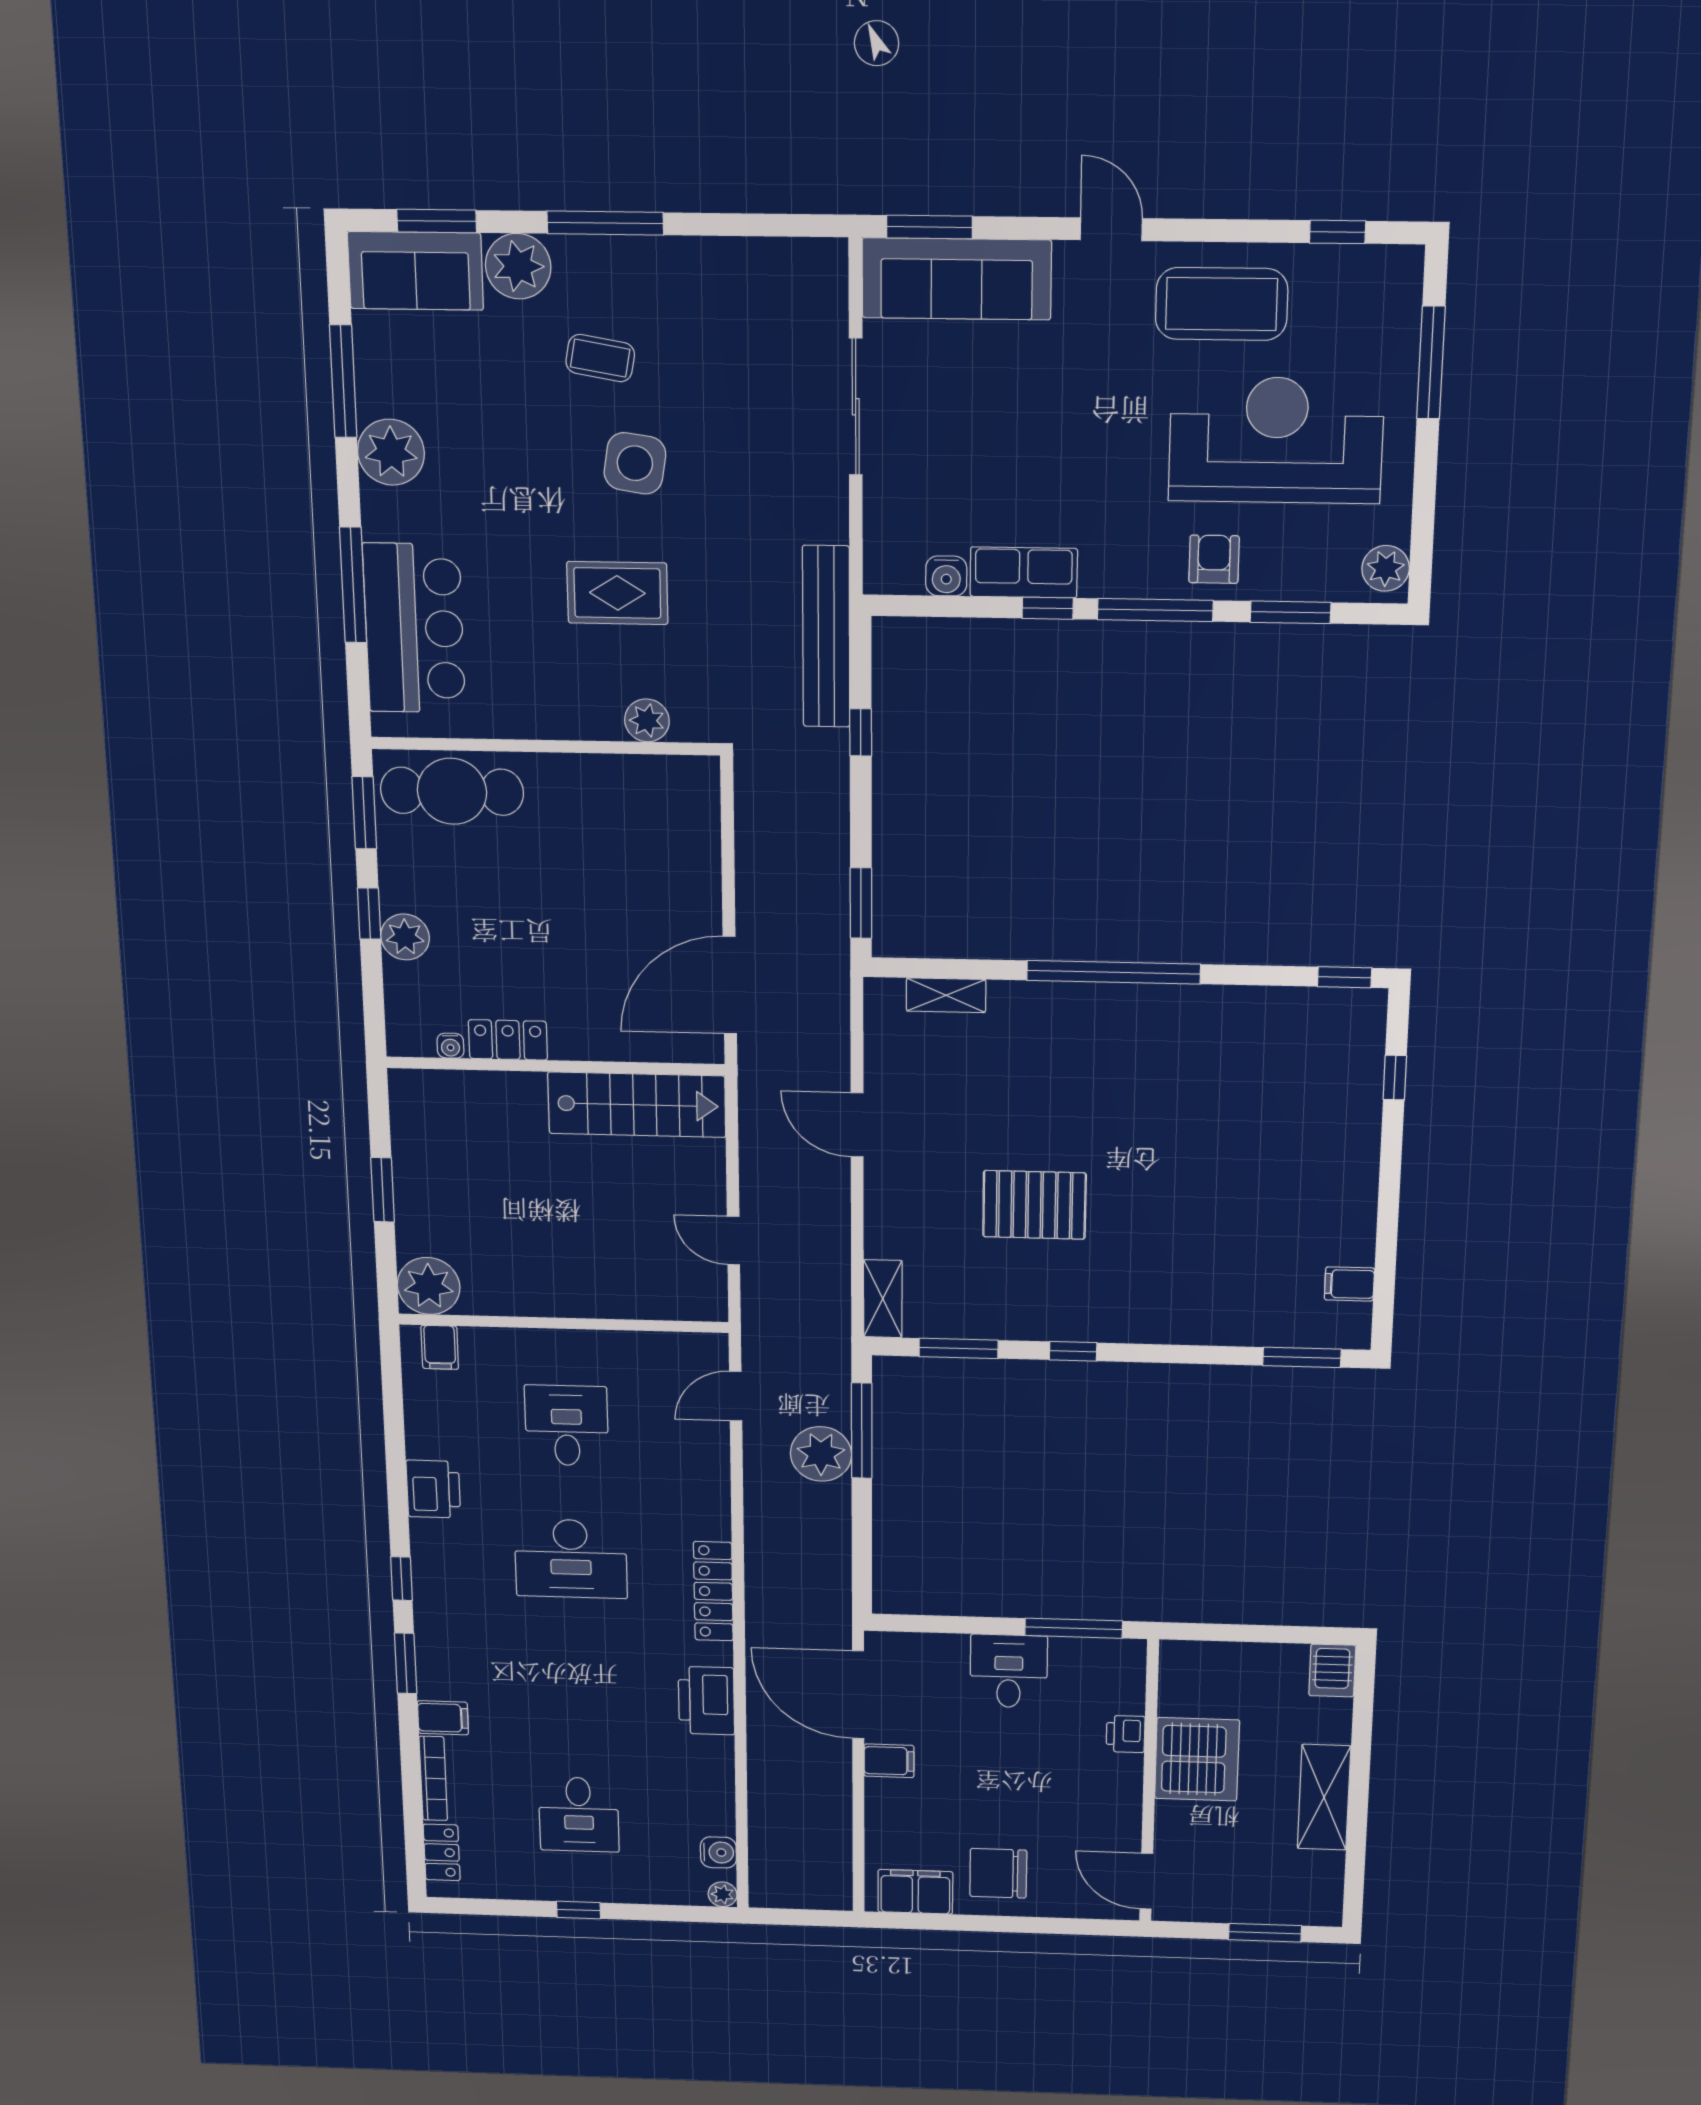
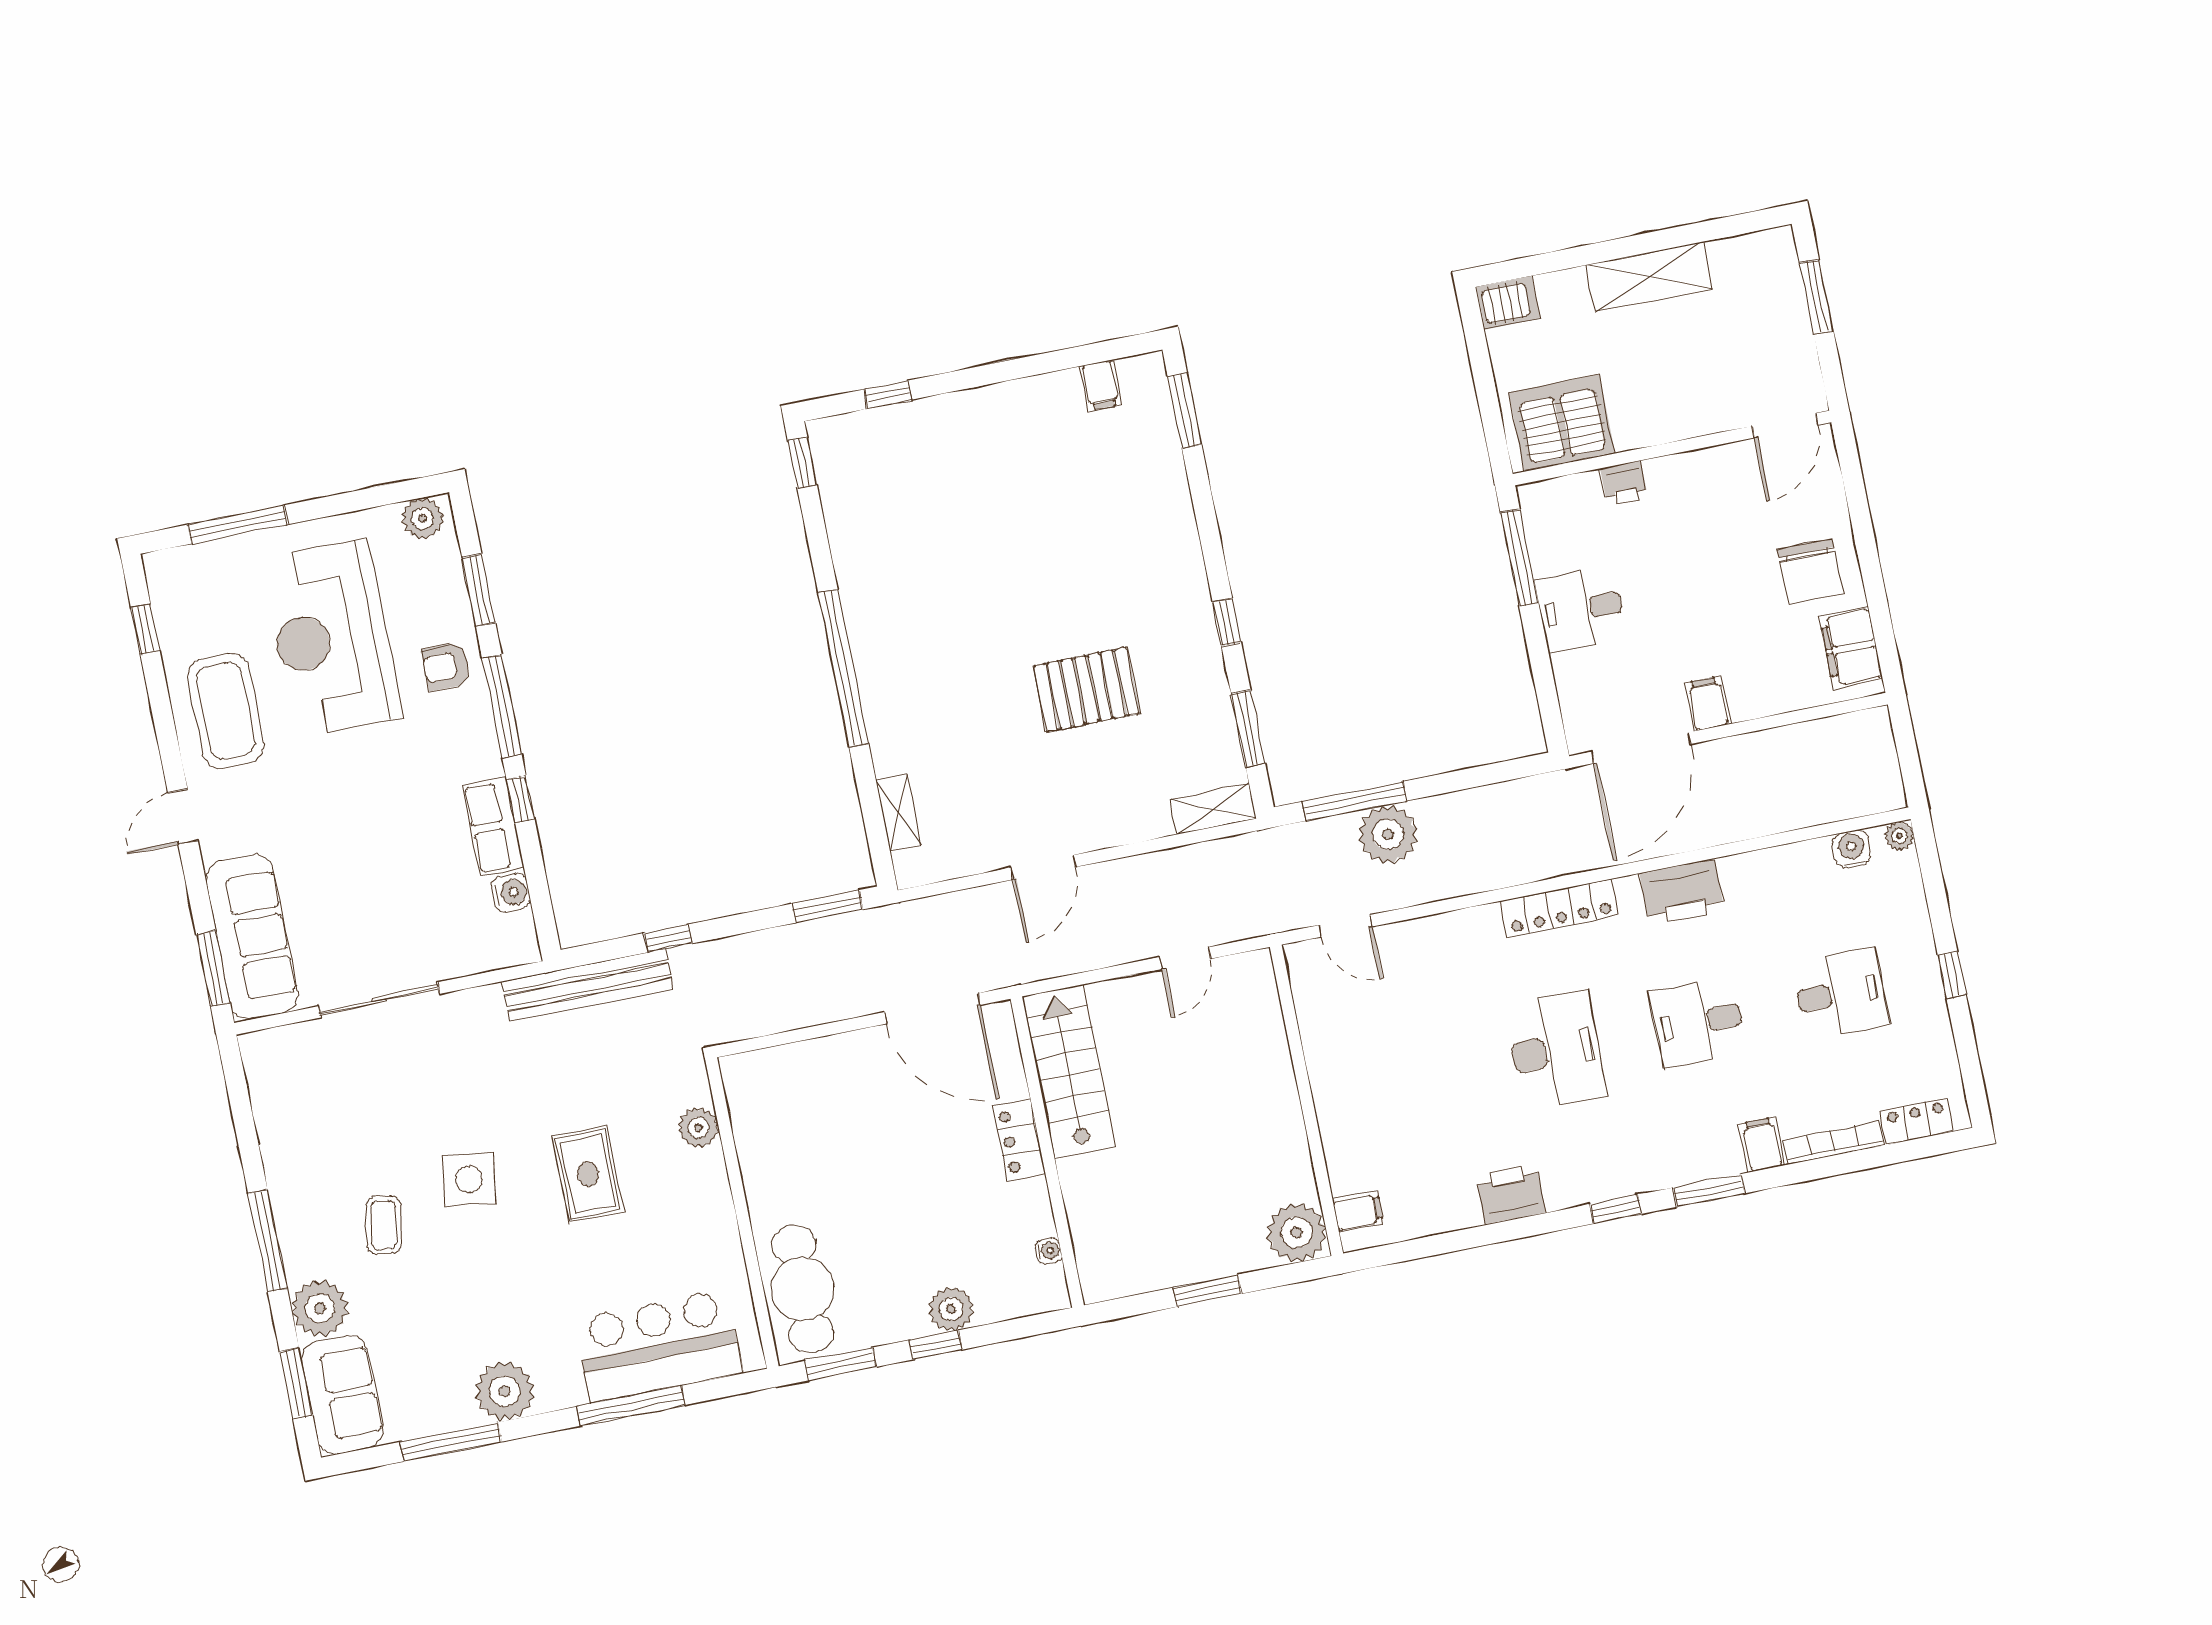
locker: (508, 1040) -> (1019, 1140), moved
pallet: (1034, 1205) -> (1086, 690), turned 90
desk: (567, 1426) -> (1698, 1022), moved
server rack: (1197, 1759) -> (1562, 423), moved

